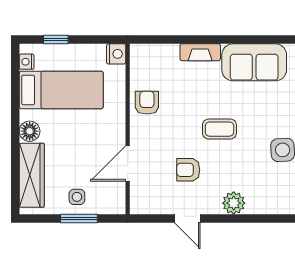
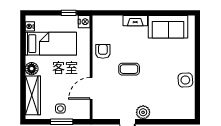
window: (56, 39) -> (69, 13), moved
coffee table: (219, 129) -> (129, 69), moved
armchair: (188, 170) -> (128, 92), removed
plant: (234, 203) -> (143, 112), moved

